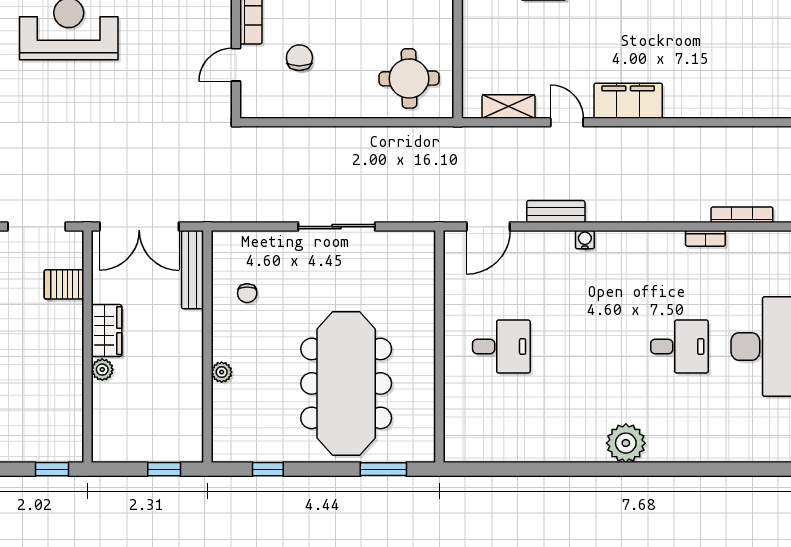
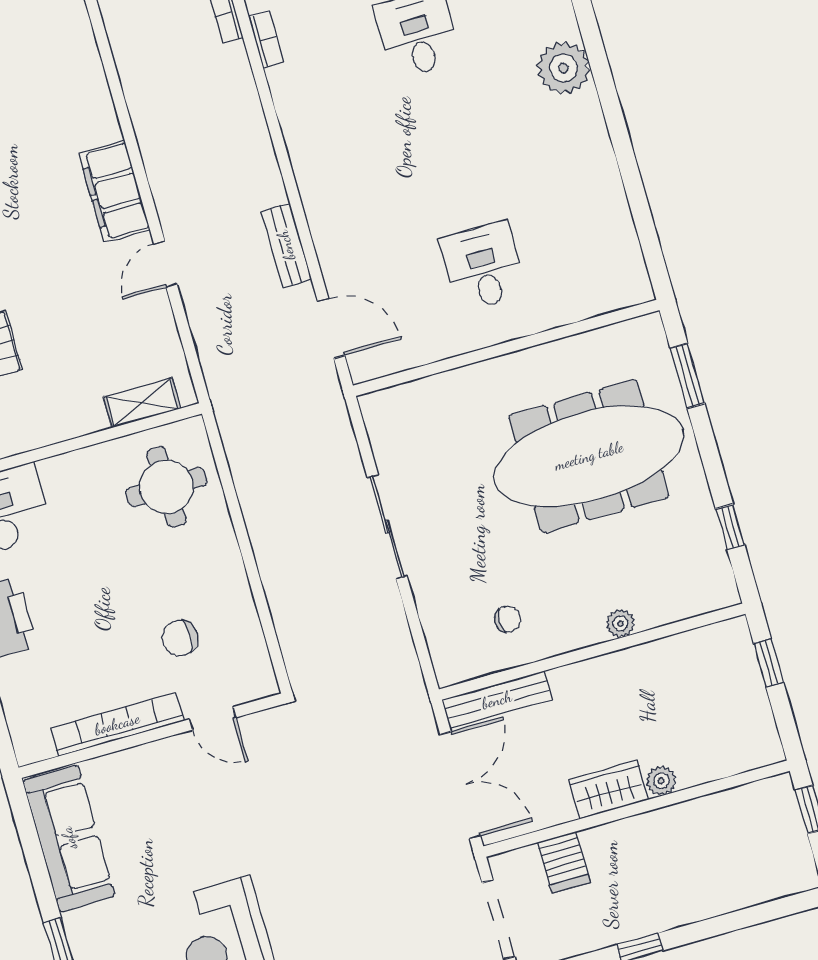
shelving: (509, 107) -> (142, 403), moved, turned 90
water cooler: (585, 240) -> (312, 197), removed

